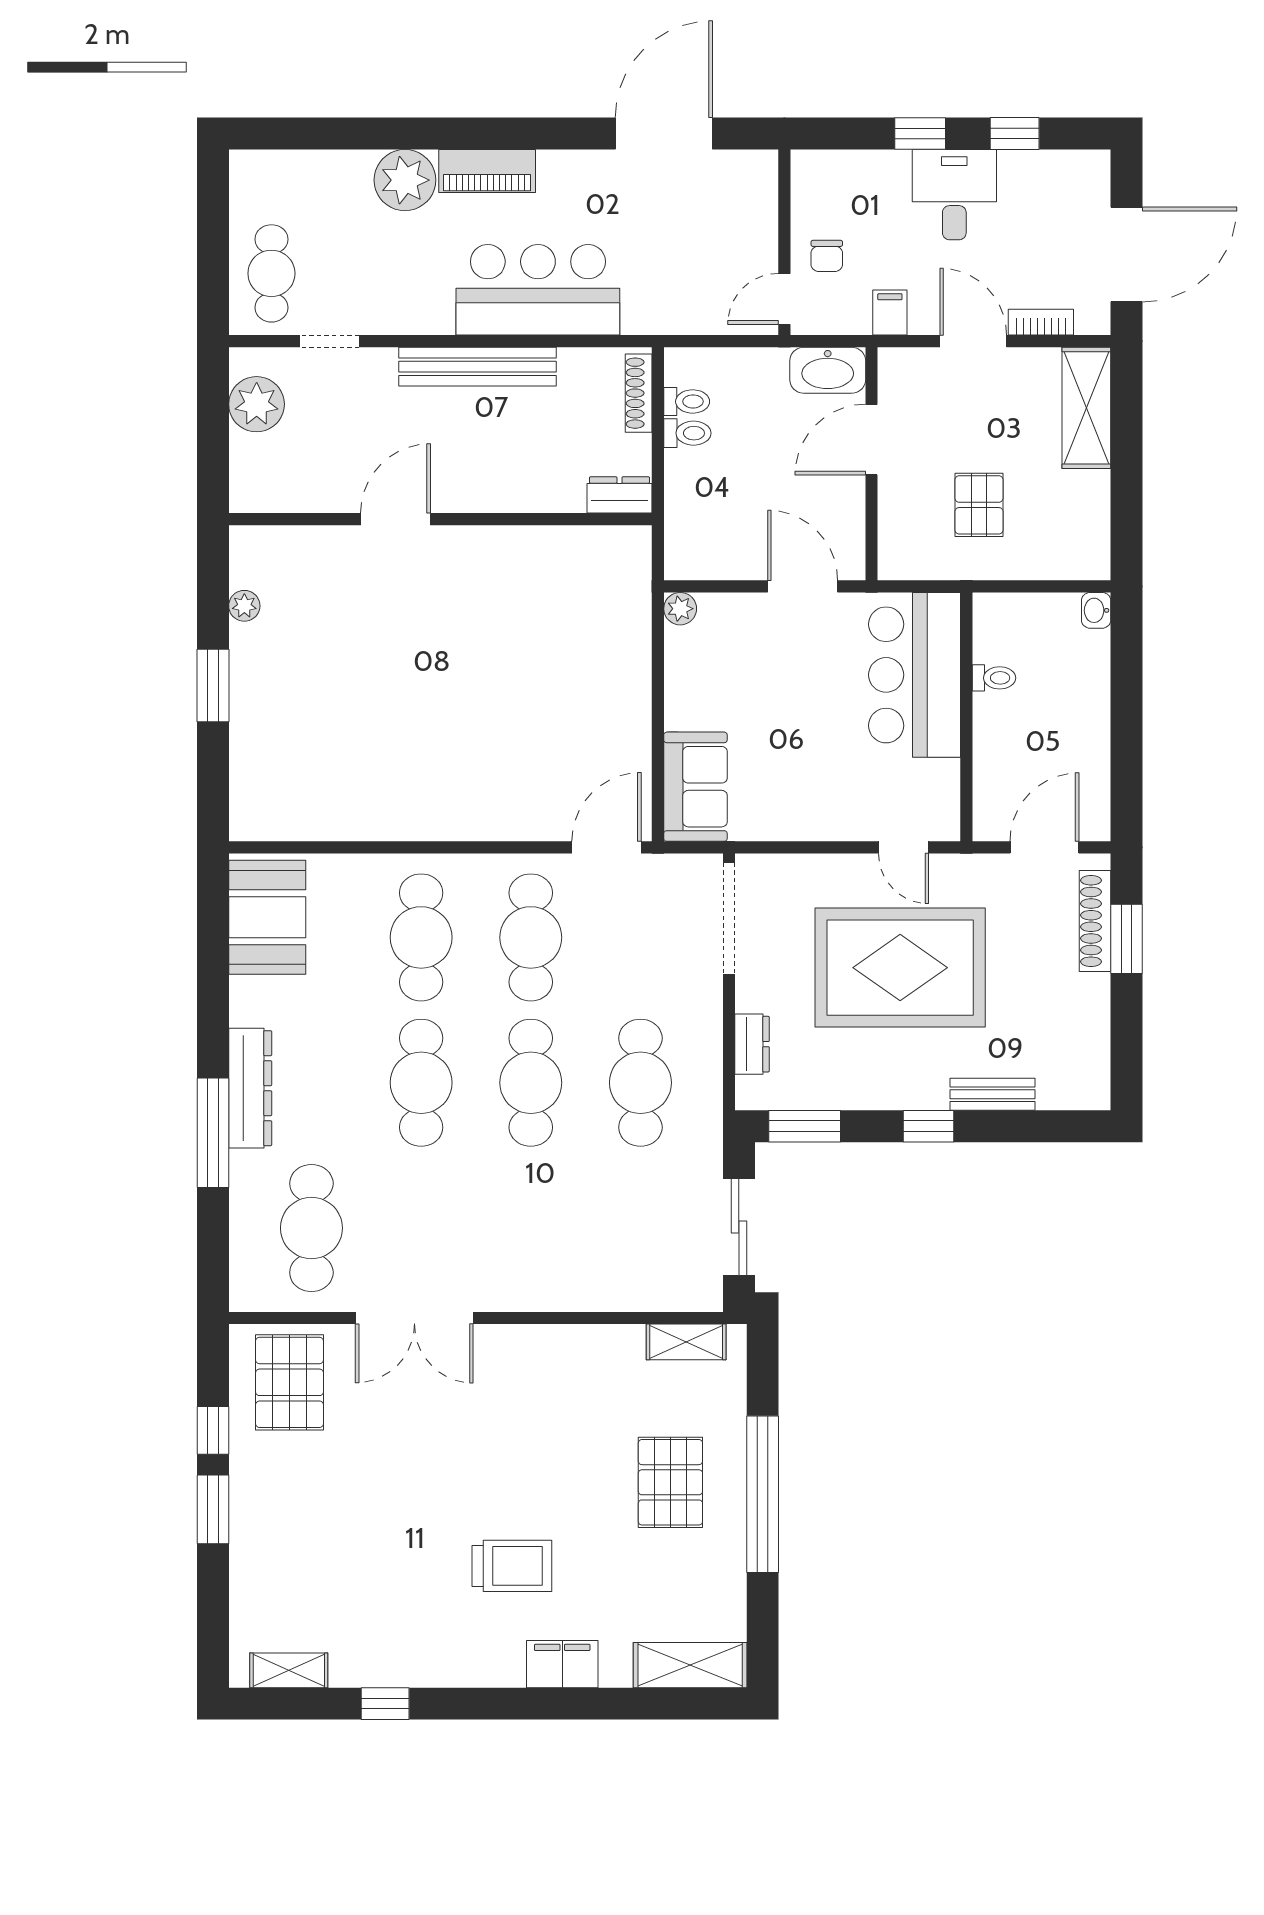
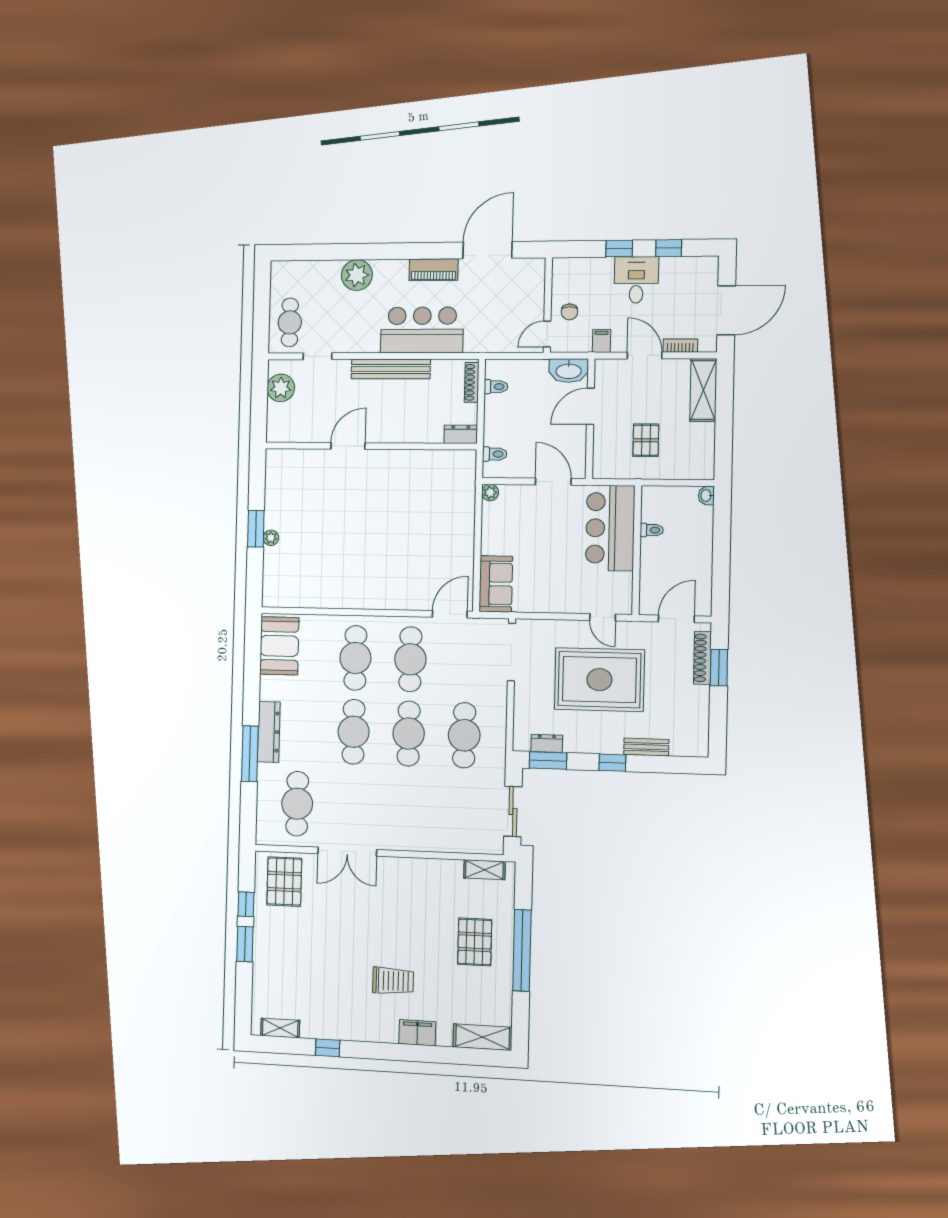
piano: (487, 171) -> (434, 270), moved
toilet: (687, 433) -> (495, 454), moved
plant: (244, 606) -> (271, 538), moved
dresser: (752, 1044) -> (547, 743), moved, turned -90

